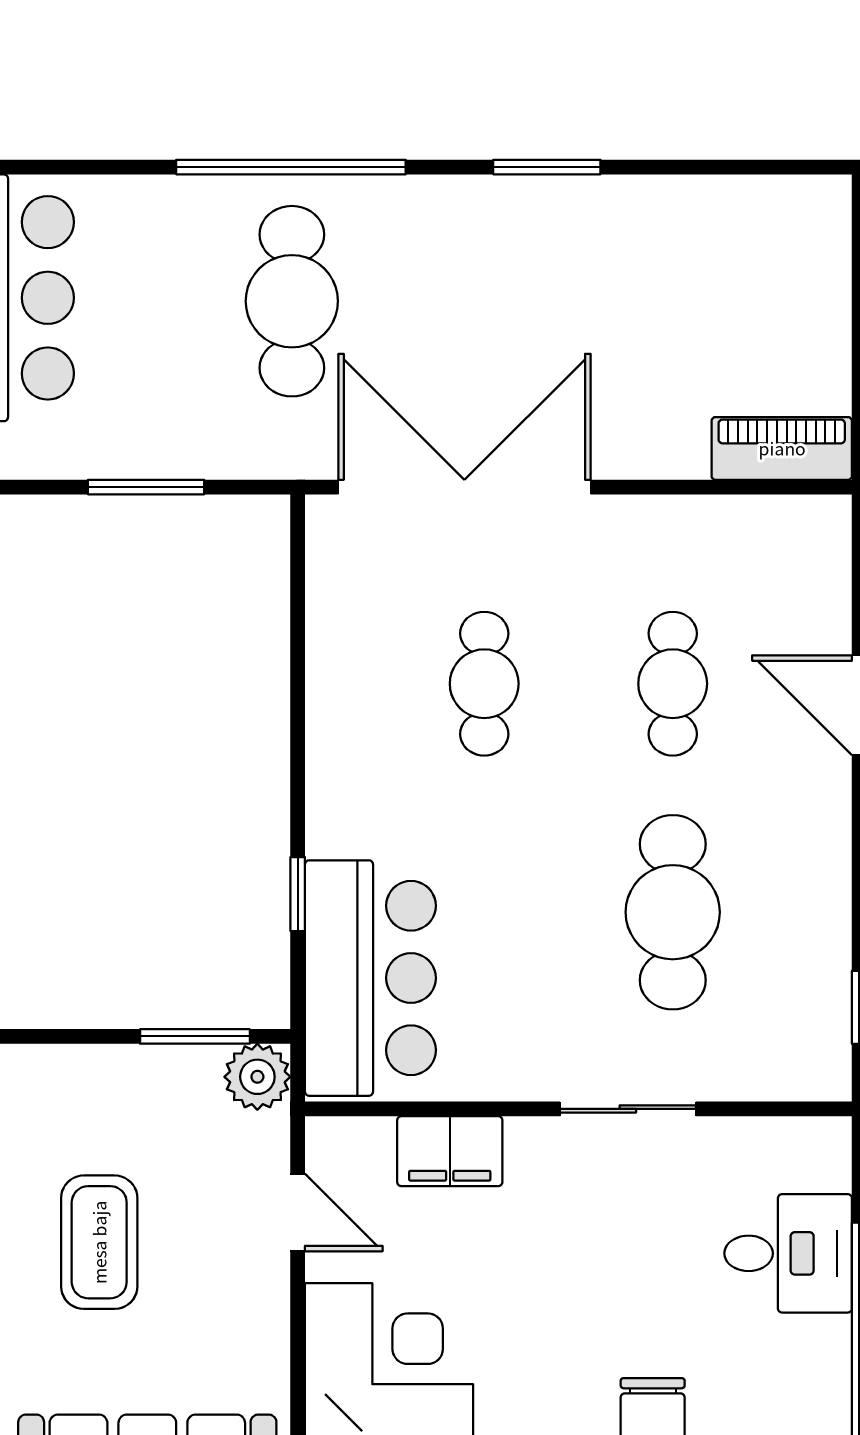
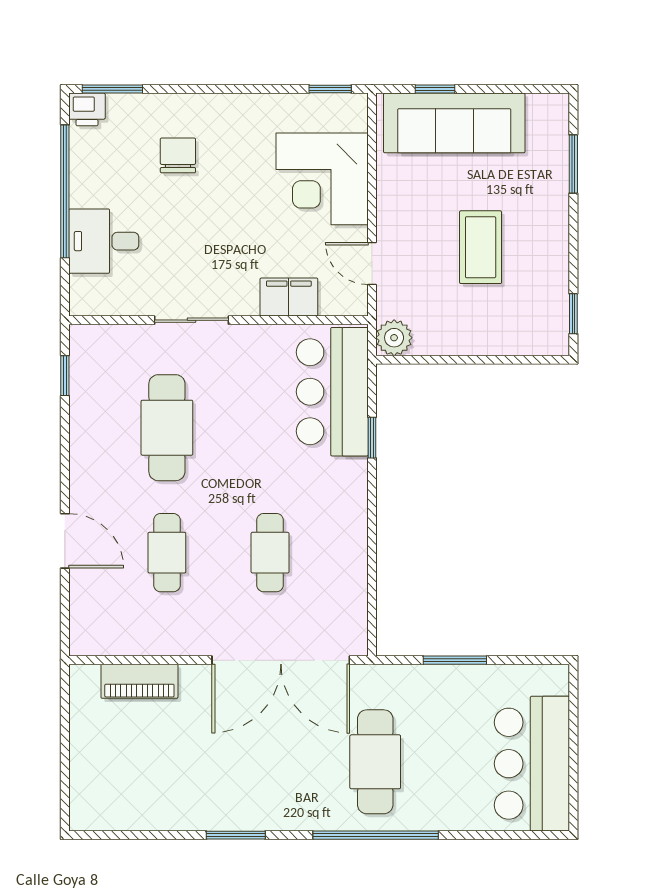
piano: (782, 448) -> (139, 681), moved
window: (195, 1036) -> (428, 360), removed

